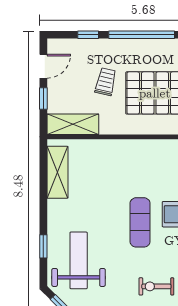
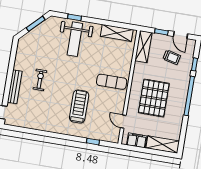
trolley: (106, 82) -> (172, 57), moved
exercise mat: (140, 222) -> (112, 82), moved
weight bench: (79, 260) -> (75, 39), moved, turned 90

